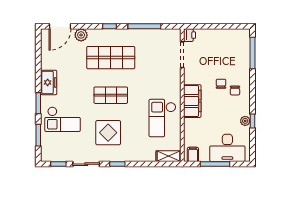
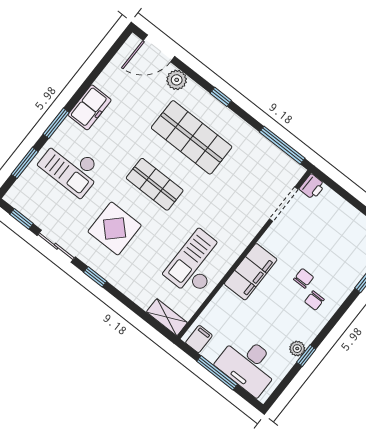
window: (144, 26) -> (282, 145), moved

